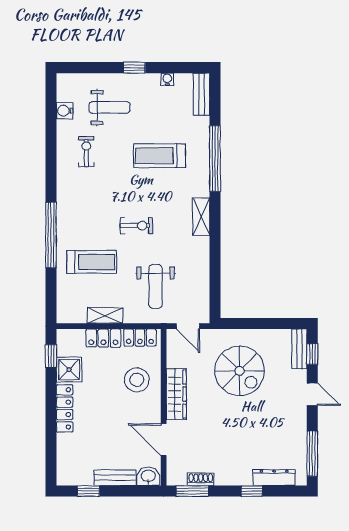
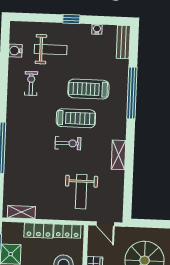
shelving: (201, 217) -> (119, 155), moved
treadmill: (92, 262) -> (76, 118), moved
shelving: (105, 316) -> (21, 212), moved

